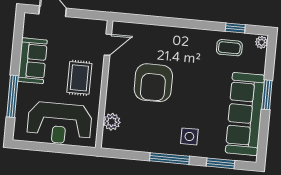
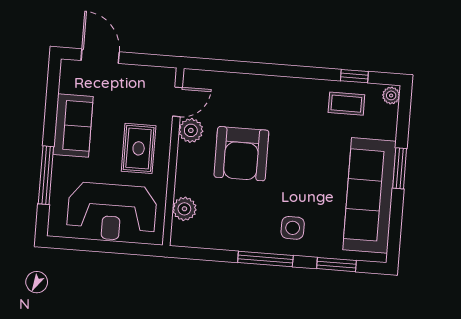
plant: (117, 65) -> (191, 130), added

